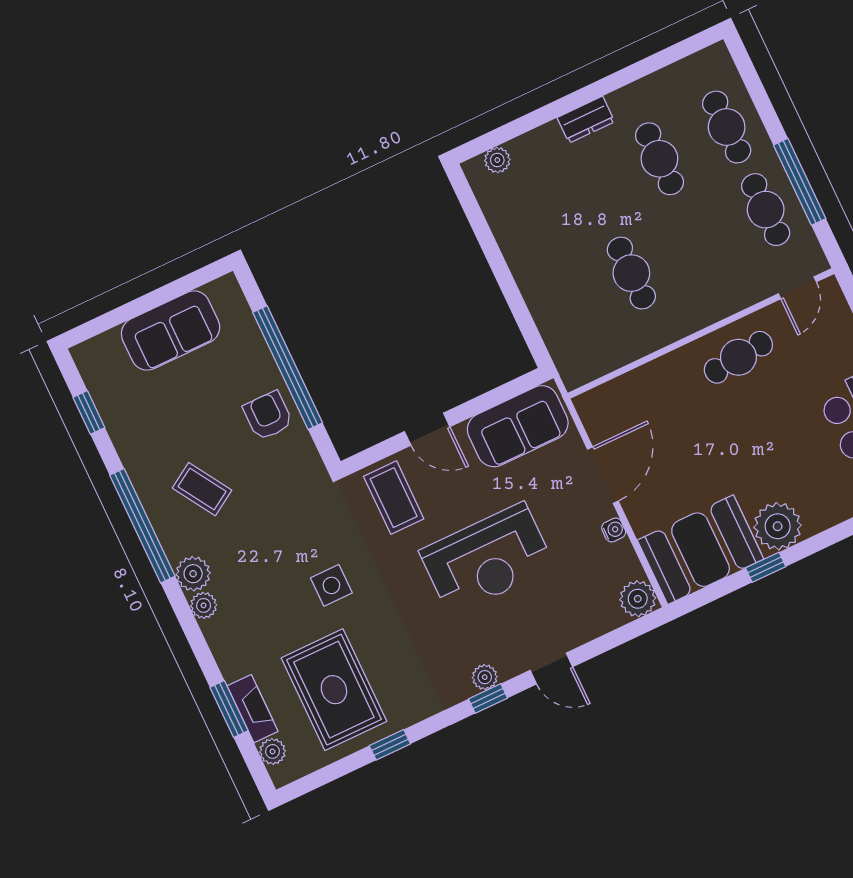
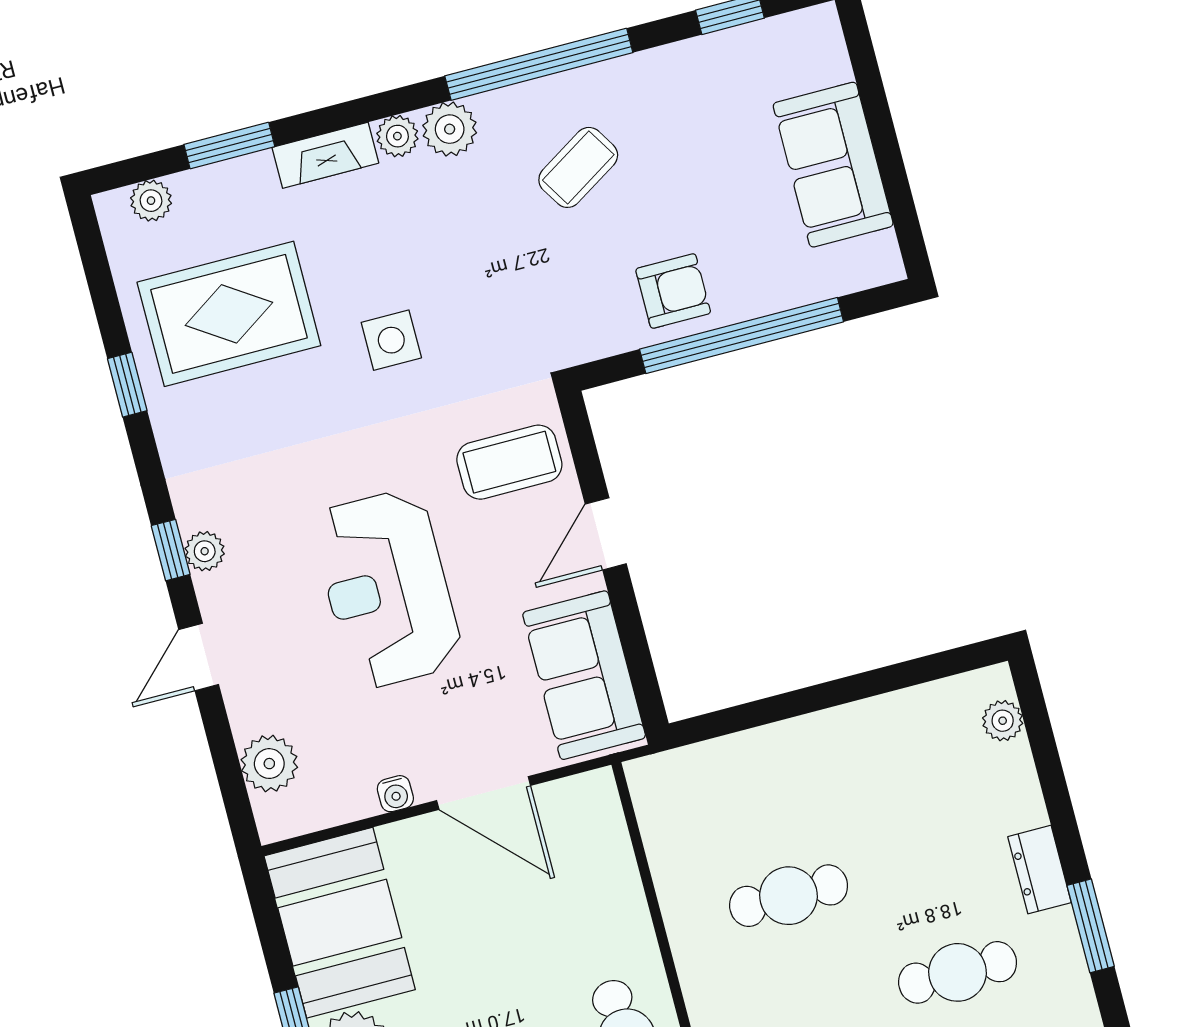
window: (615, 81) -> (1091, 926), added
plant: (638, 599) -> (269, 764), moved
fireplace: (253, 709) -> (325, 155), moved

